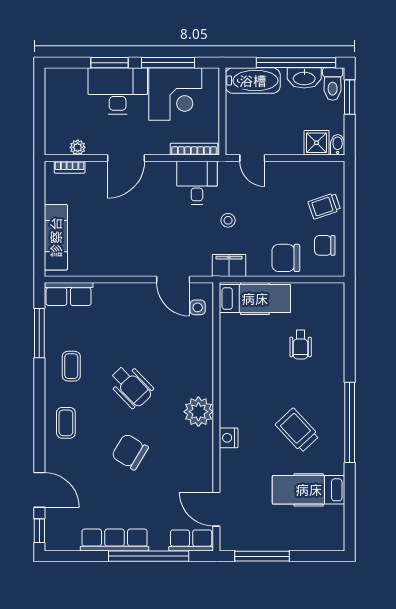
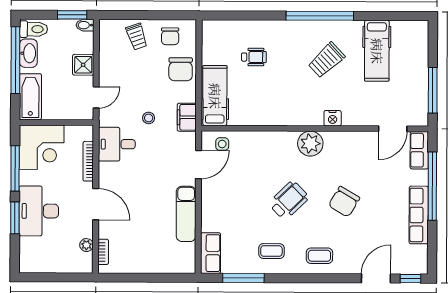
corner desk: (175, 94) -> (42, 147), moved, turned 90
window: (350, 97) -> (72, 15), moved
shower: (316, 143) -> (83, 65), moved
bookcase: (194, 149) -> (88, 161), moved
exam couch: (56, 237) -> (186, 214), moved, turned -90

